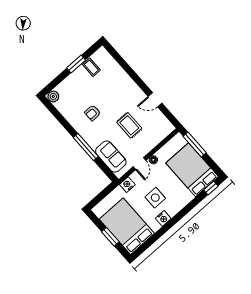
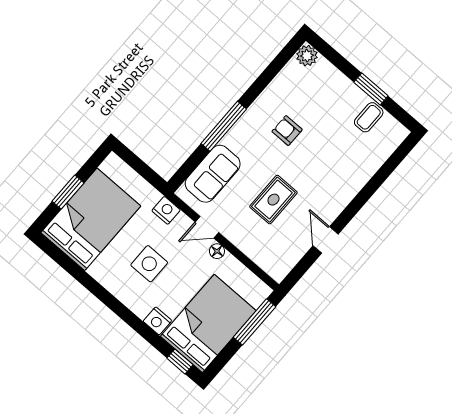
nightstand: (163, 218) -> (157, 321), moved

